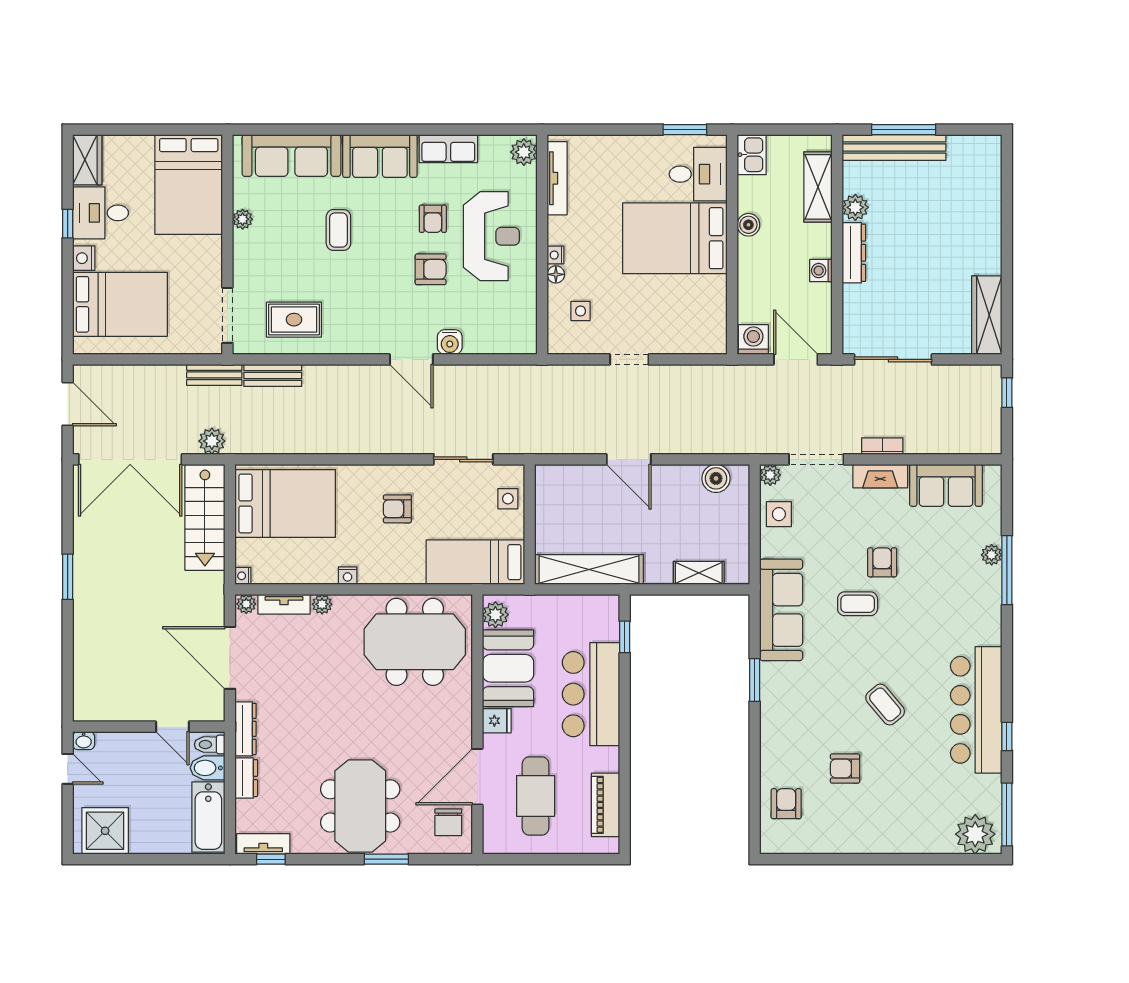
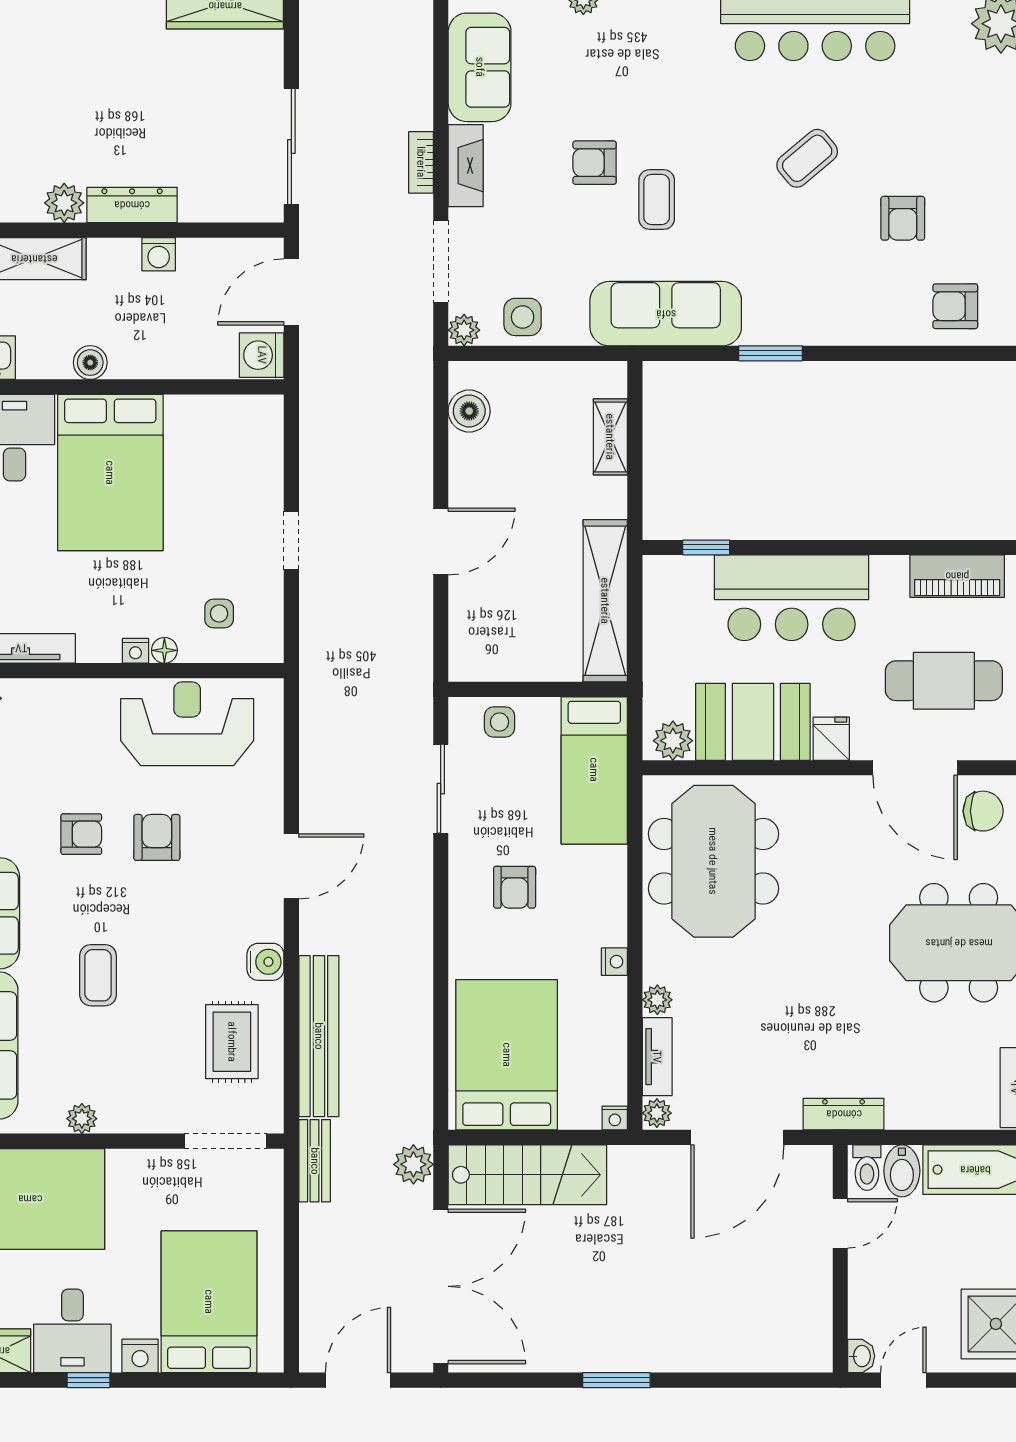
coffee table: (338, 230) -> (98, 975), turned 90
reception desk: (491, 236) -> (187, 724), moved
water cooler: (450, 342) -> (265, 962), moved
bench: (273, 375) -> (319, 1036), width x1.86, depth x1.21
dresser: (246, 778) -> (917, 1113), removed

